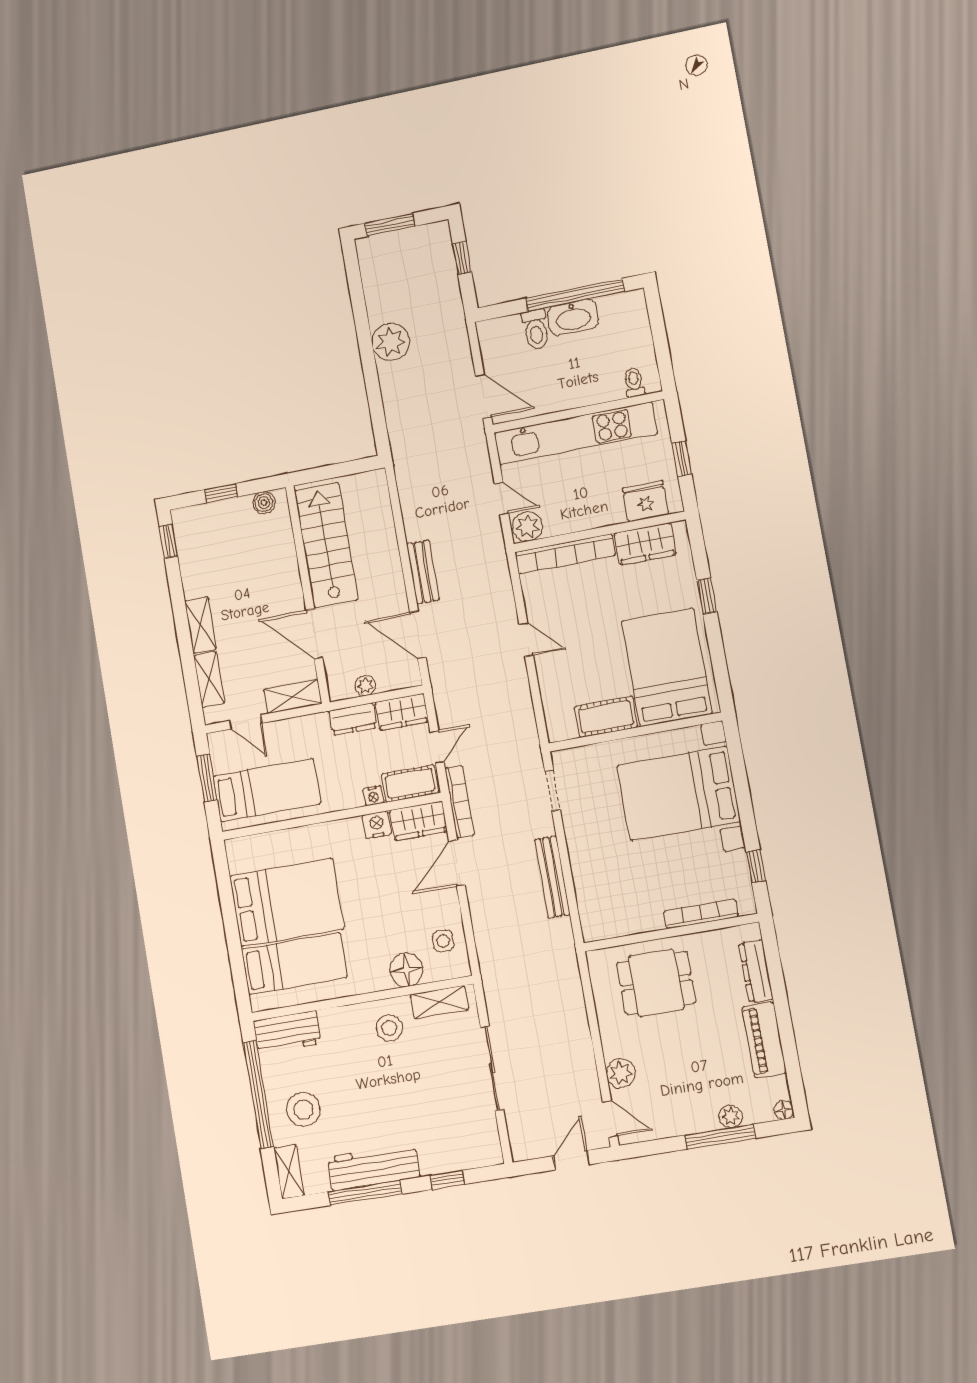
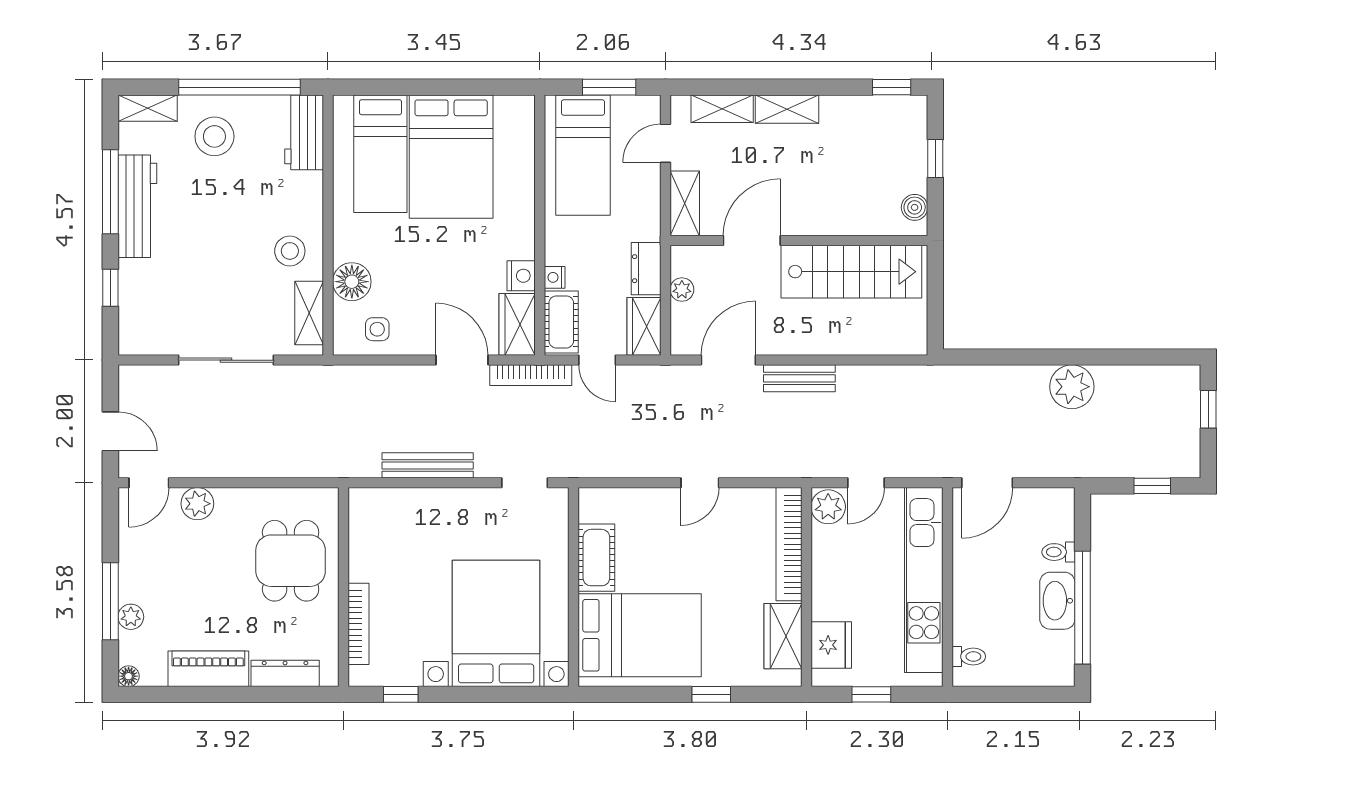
window: (390, 225) -> (1208, 409), width x0.67
toilet: (536, 329) -> (1058, 552), width x0.73, depth x0.72

